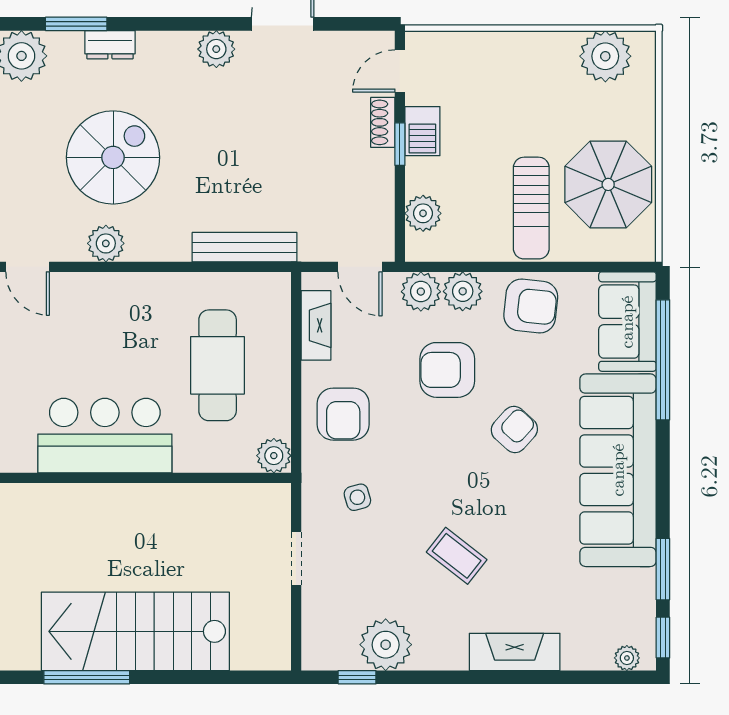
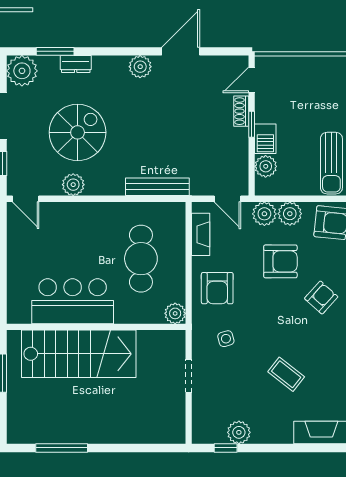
barbecue: (422, 131) -> (265, 139), moved
armchair: (447, 370) -> (280, 261), turned 180
stairs: (135, 631) -> (79, 354), moved, turned 180
plant: (386, 645) -> (239, 432), width x0.73, depth x0.73

